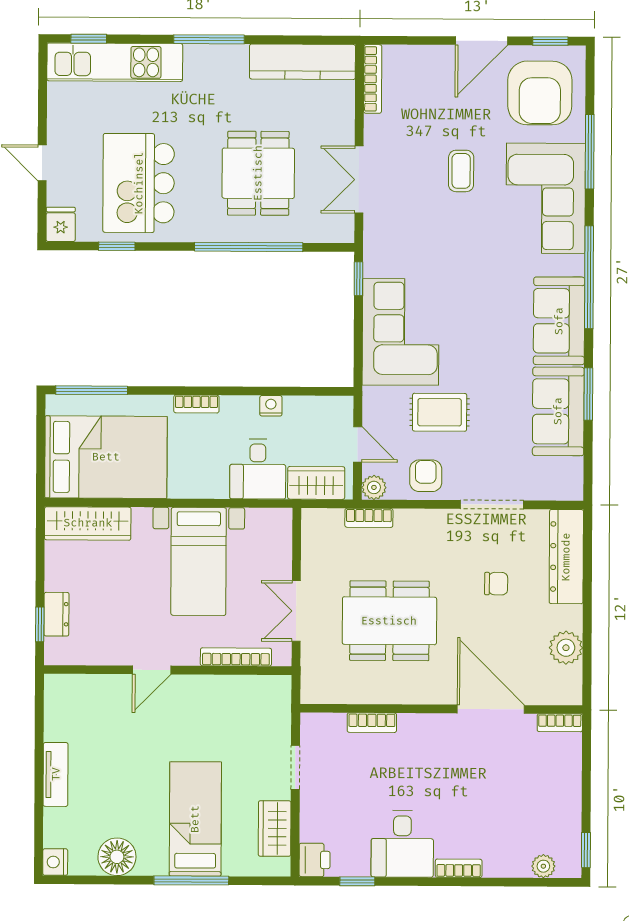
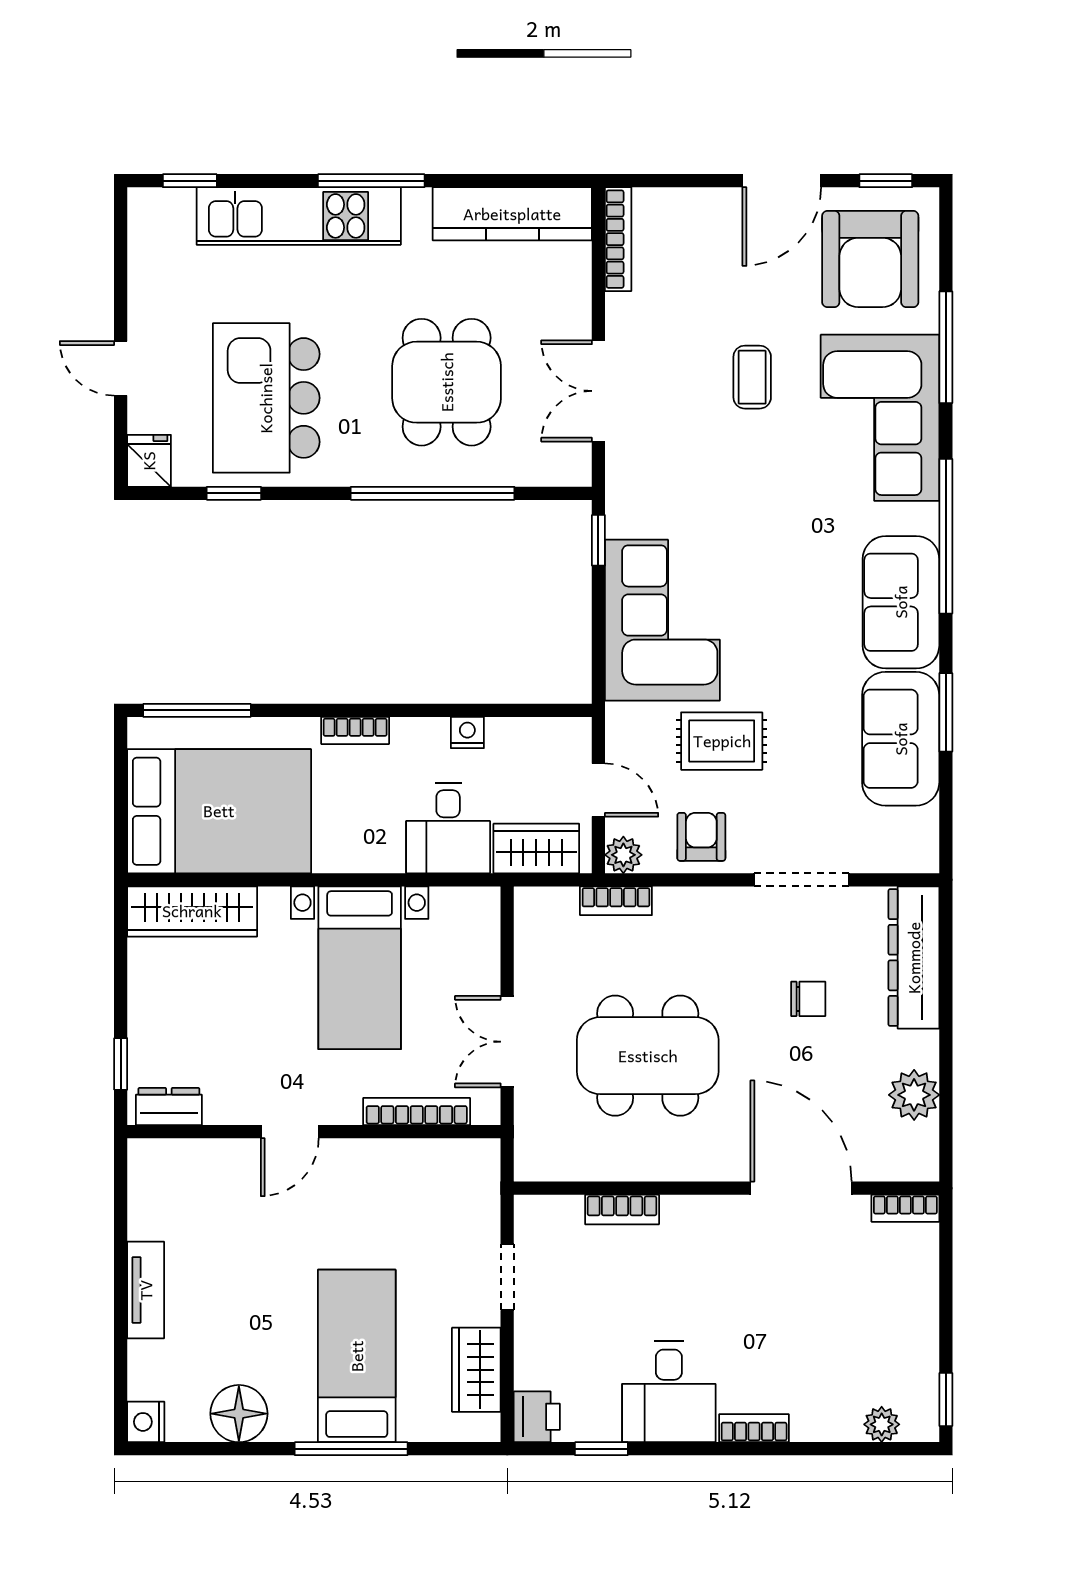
kitchen unit: (115, 62) -> (299, 216), moved
dresser: (56, 614) -> (169, 1107), moved, turned -90

